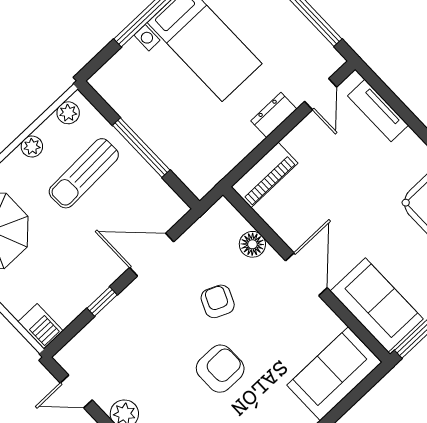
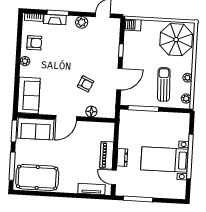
window: (141, 148) -> (143, 108), moved
piano: (264, 175) -> (107, 155), moved
door: (306, 274) -> (66, 118), hinge flipped
armchair: (220, 369) -> (65, 64), removed

